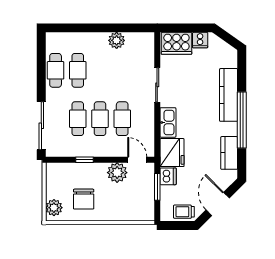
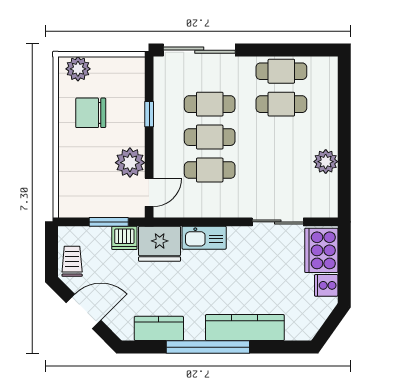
sliding door: (157, 85) -> (278, 222), moved

